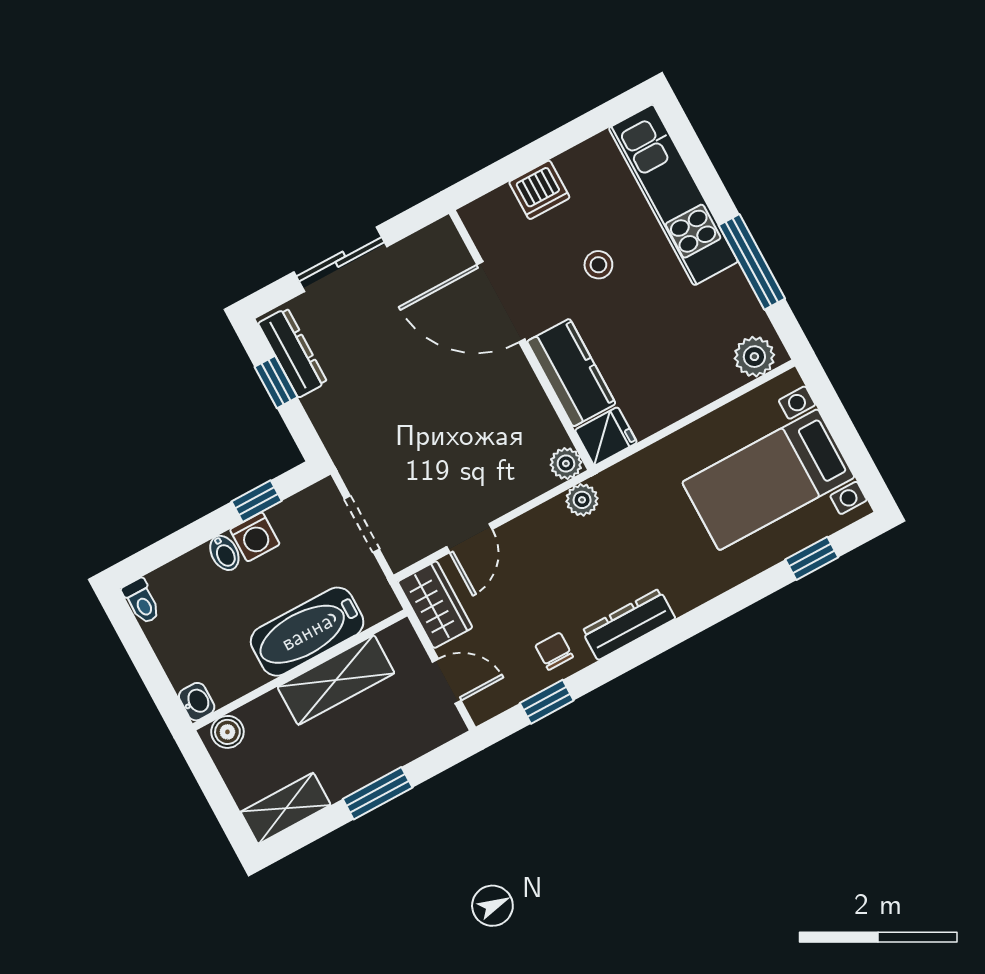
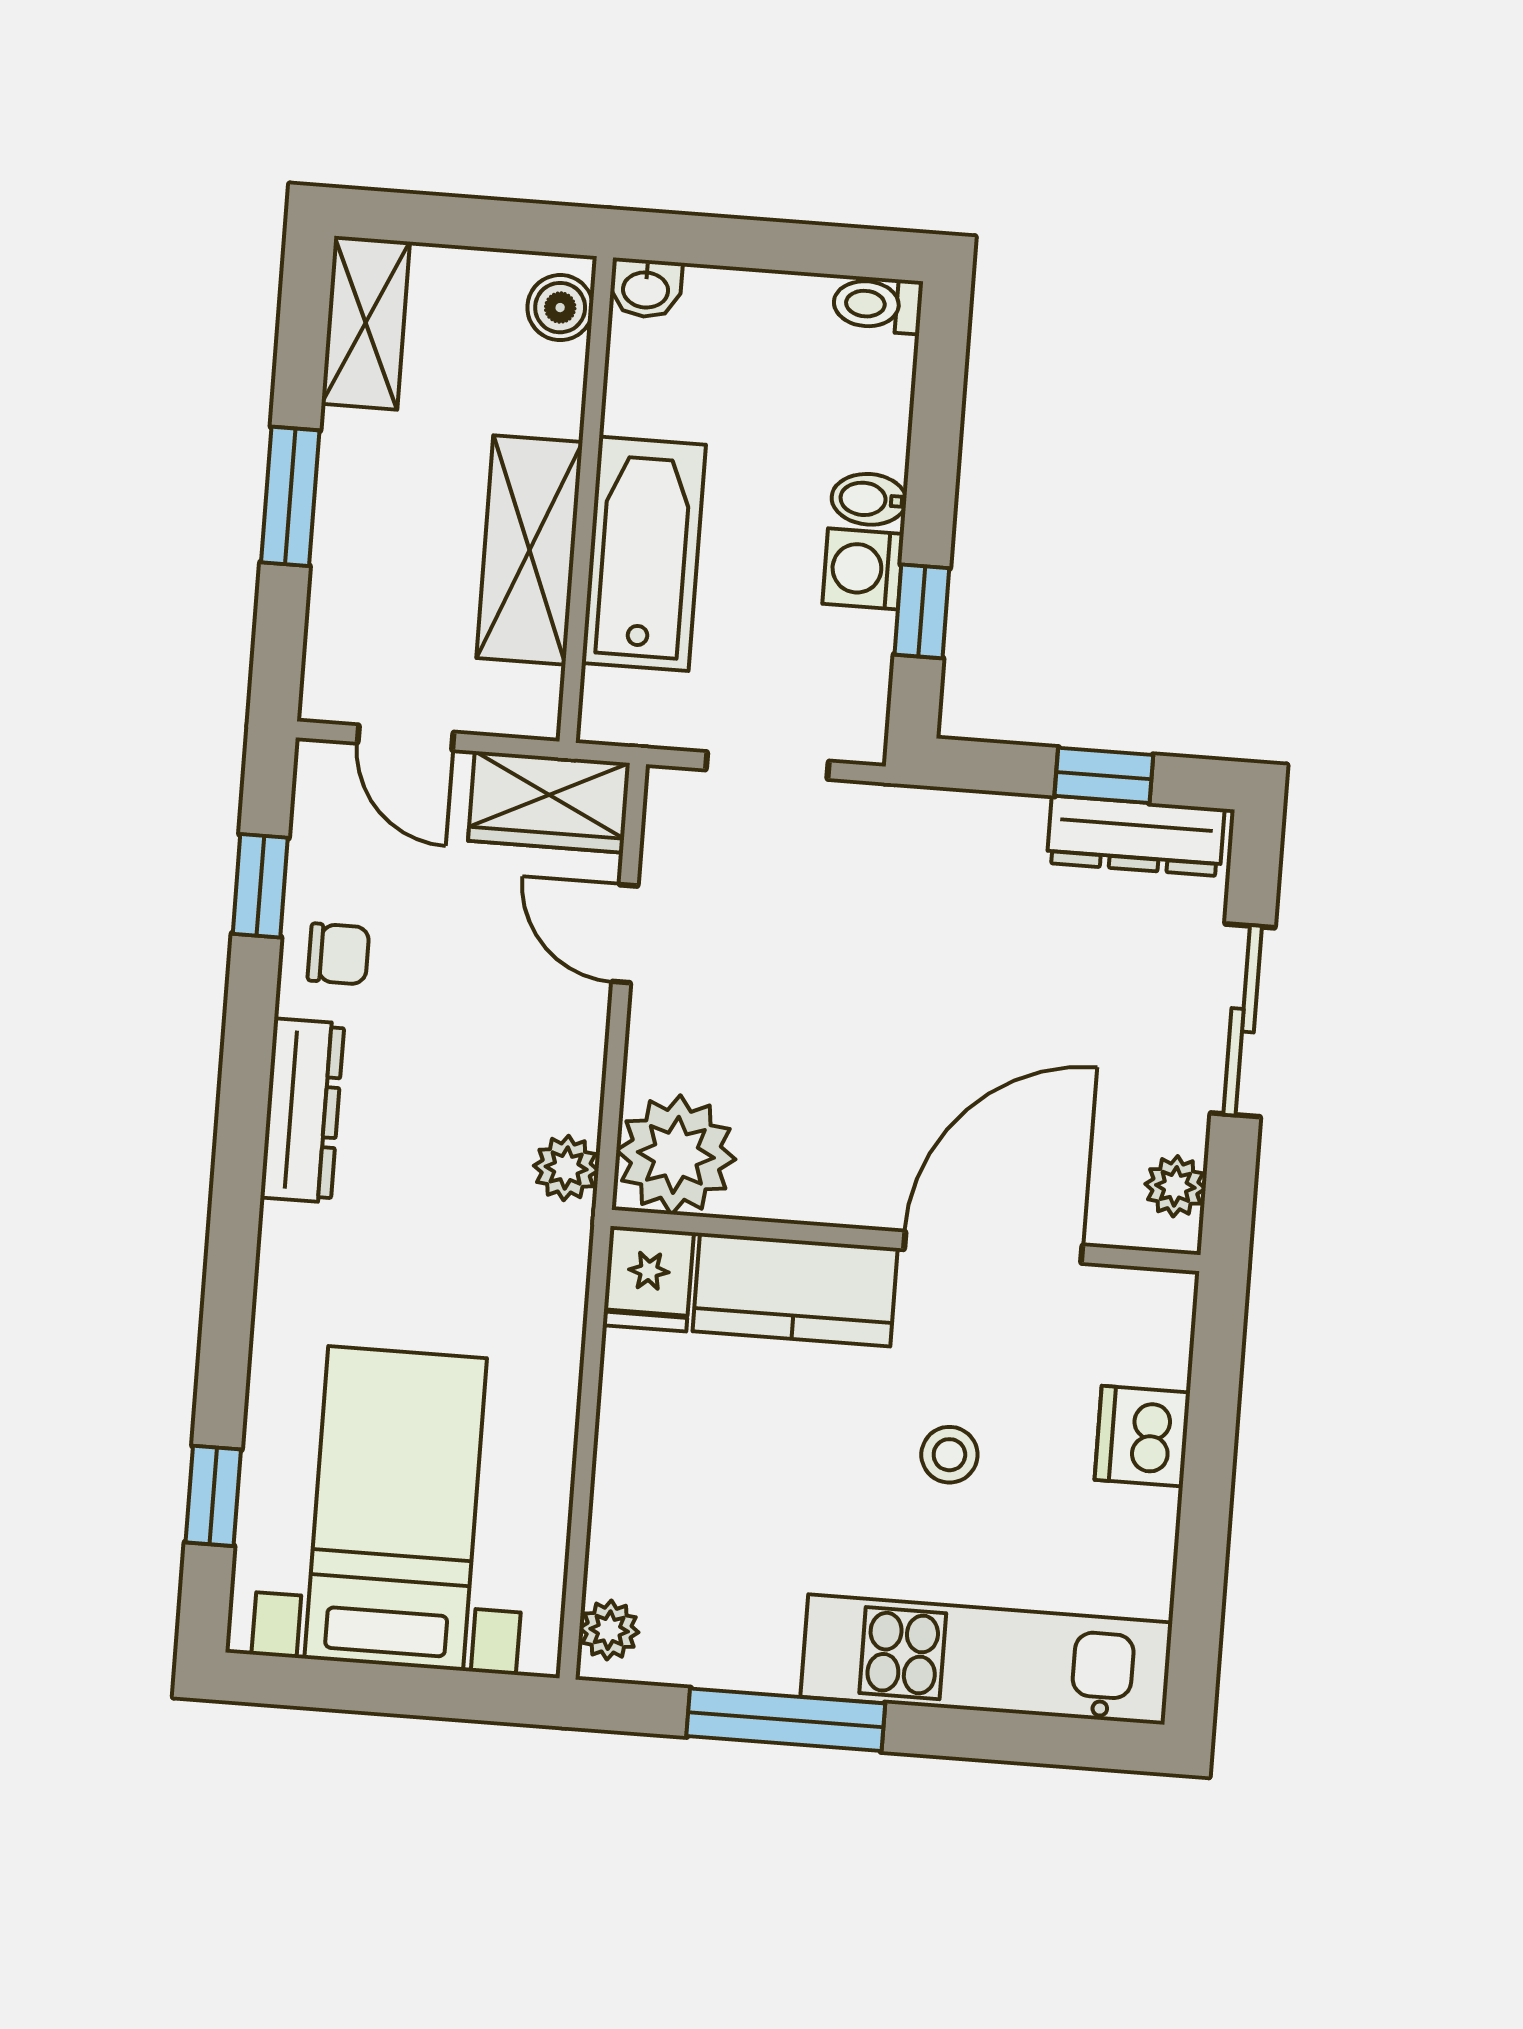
plant: (427, 243) -> (1175, 1186), added
plant: (754, 357) -> (609, 1630), width x0.73, depth x0.73
plant: (566, 464) -> (676, 1155), width x1.87, depth x1.87
door: (447, 681) -> (406, 738), hinge flipped

